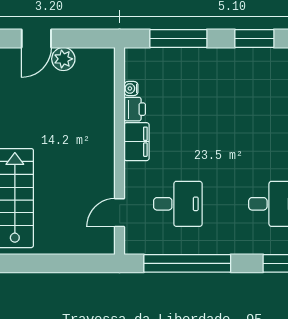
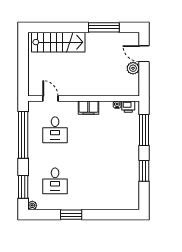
printer: (135, 109) -> (128, 107), moved

